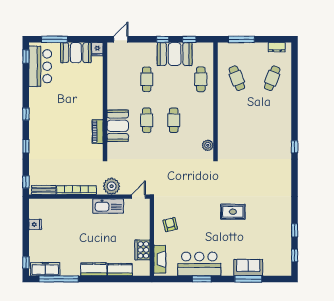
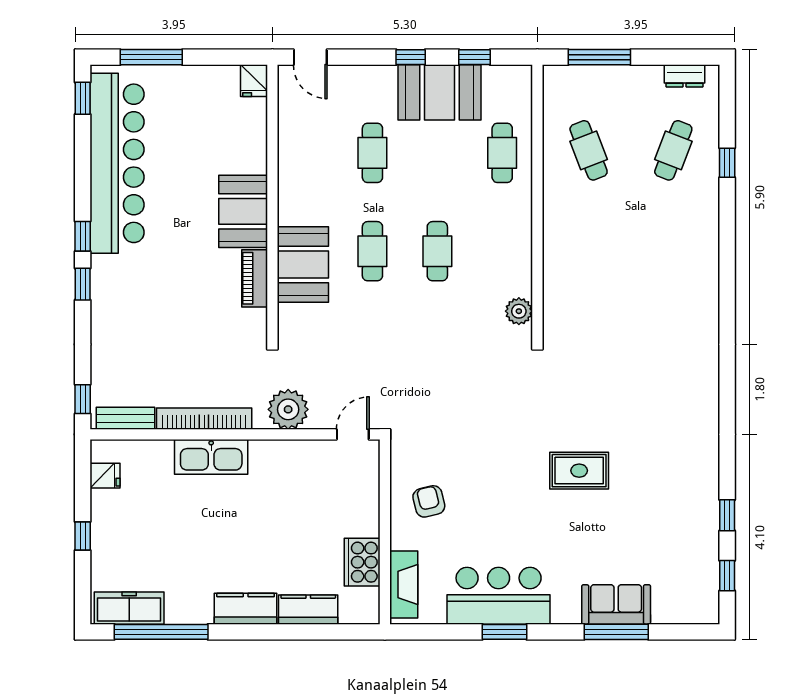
door: (121, 39) -> (310, 57), swing flipped
booth: (76, 53) -> (243, 211), moved, turned 90
bar counter: (40, 66) -> (117, 163), width x1.86
window: (26, 146) -> (83, 284), moved
window: (295, 147) -> (727, 163), moved
kitchen sink: (108, 206) -> (211, 457), moved
fridge: (35, 224) -> (105, 476), moved
window: (26, 263) -> (83, 536), moved

